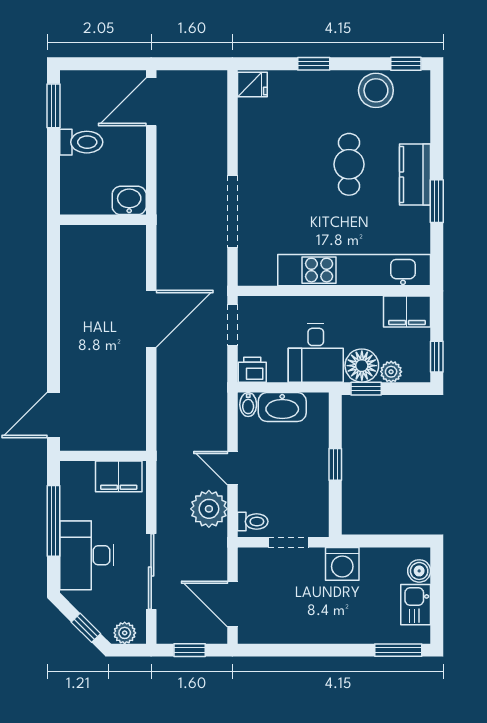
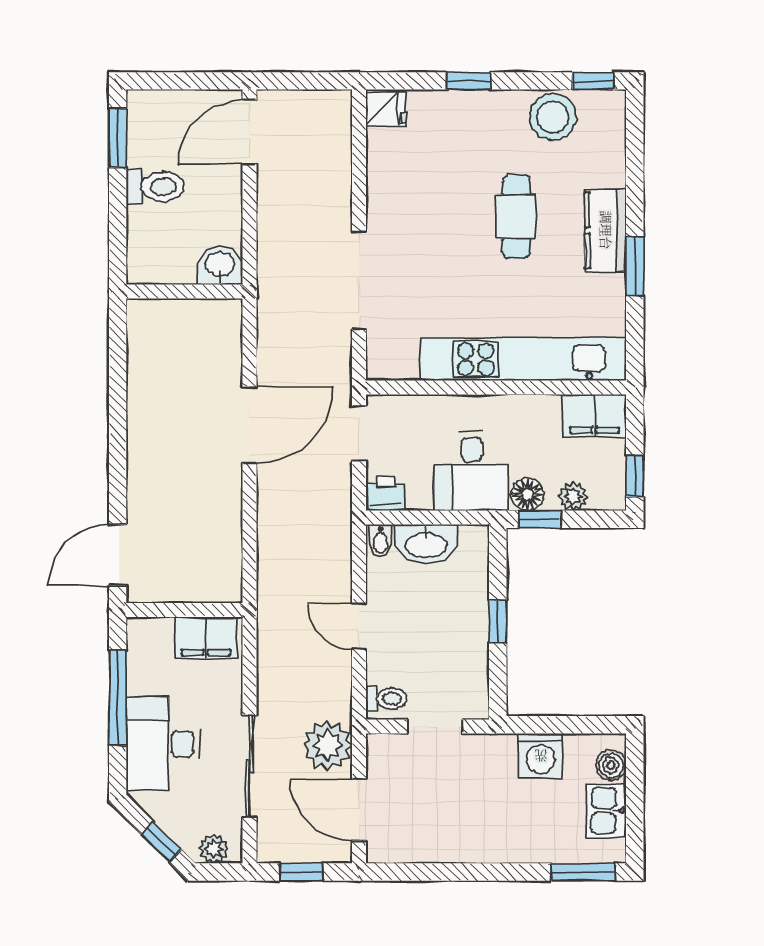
floor lamp: (362, 366) -> (527, 494), width x0.73, depth x0.73
plant: (209, 509) -> (327, 745), moved
washing machine: (342, 564) -> (541, 756), moved

